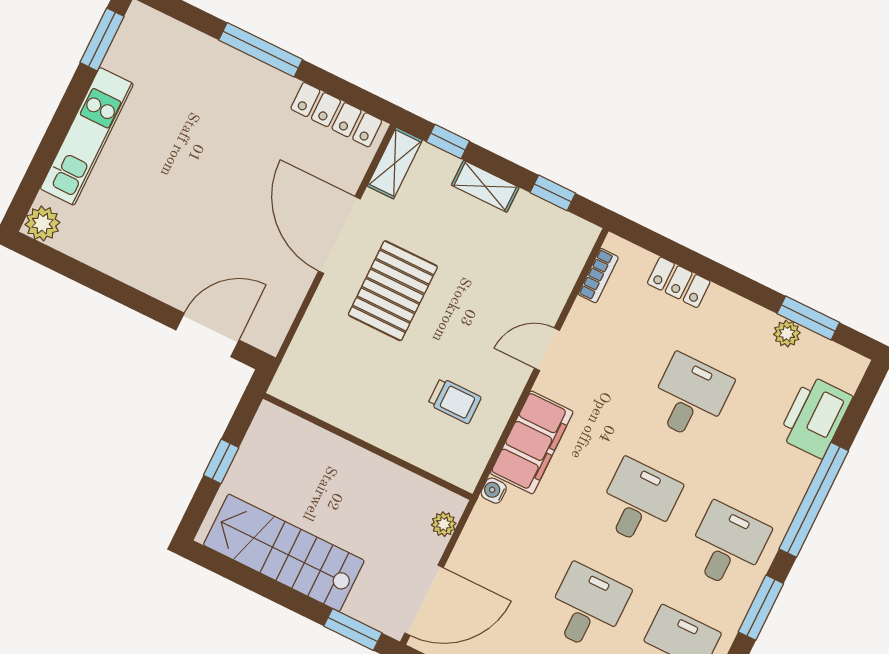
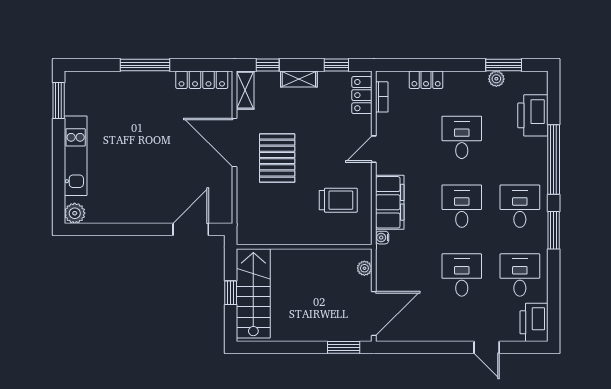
locker: (569, 258) -> (362, 95), added
trolley: (455, 401) -> (338, 200), width x1.36, depth x1.39
stairs: (284, 553) -> (253, 293), moved, turned 90

